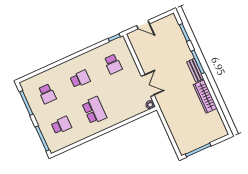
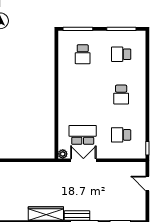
door: (143, 25) -> (147, 183), hinge flipped
double door: (148, 86) -> (83, 160), swing flipped
school desk: (94, 110) -> (83, 135), moved, turned 180

